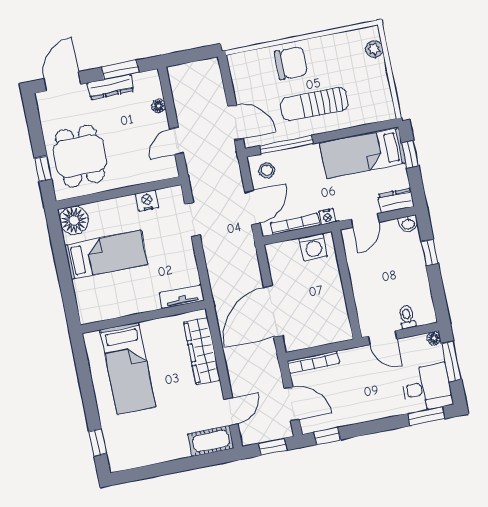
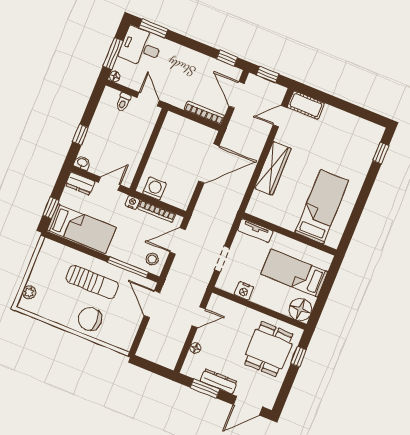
tv unit: (182, 297) -> (255, 231), moved
wall: (143, 317) -> (289, 234), moved
bed: (128, 368) -> (322, 207), moved

